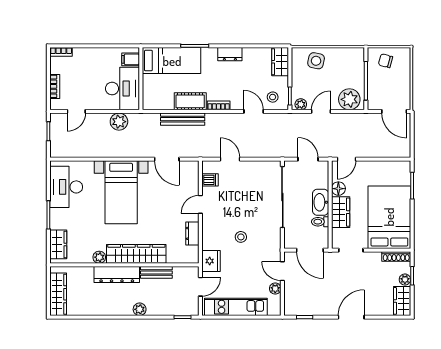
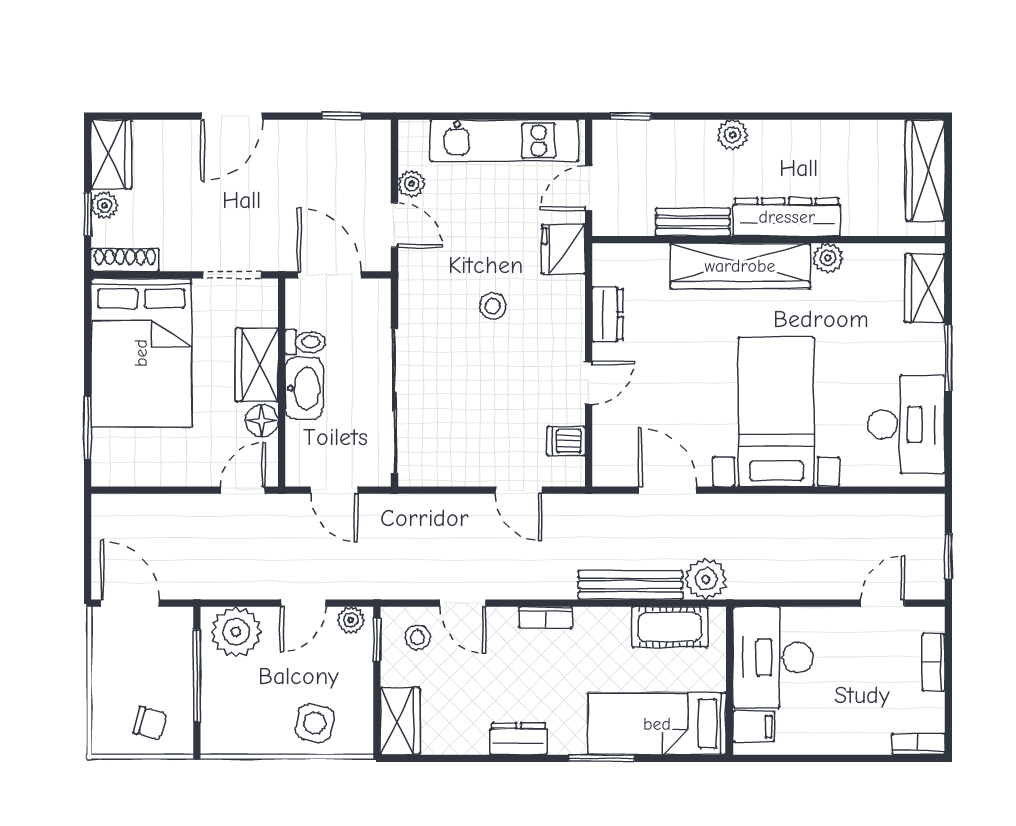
cot: (190, 101) -> (670, 627), moved
plant: (119, 122) -> (706, 579), moved

